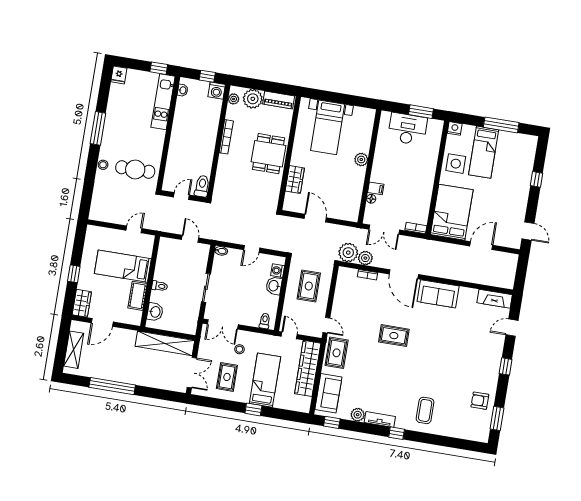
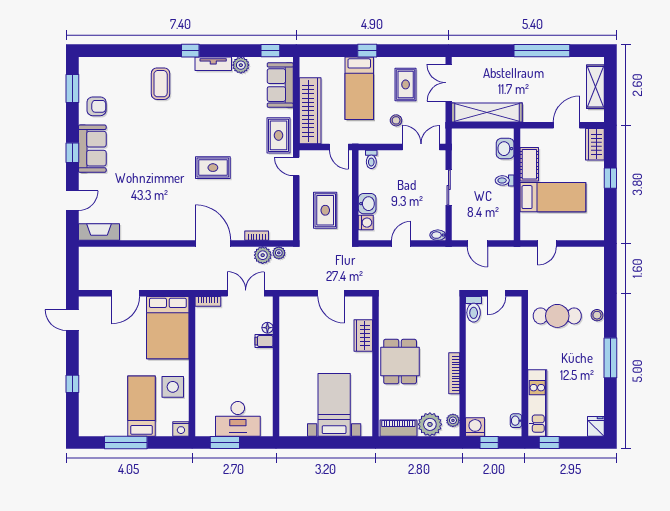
plant: (361, 160) -> (287, 373), removed
plant: (348, 253) -> (279, 253), width x0.53, depth x0.53
sofa: (438, 294) -> (92, 149), moved, turned 90

